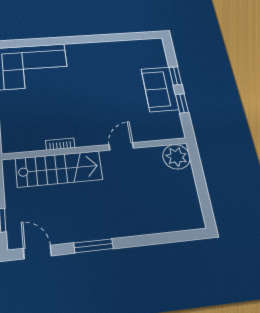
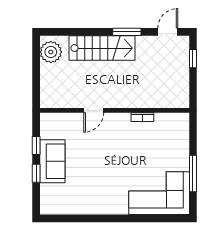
plant: (176, 157) -> (51, 52), moved
stairs: (59, 169) -> (102, 48), moved, turned 180
door: (37, 252) -> (168, 32), swing flipped

